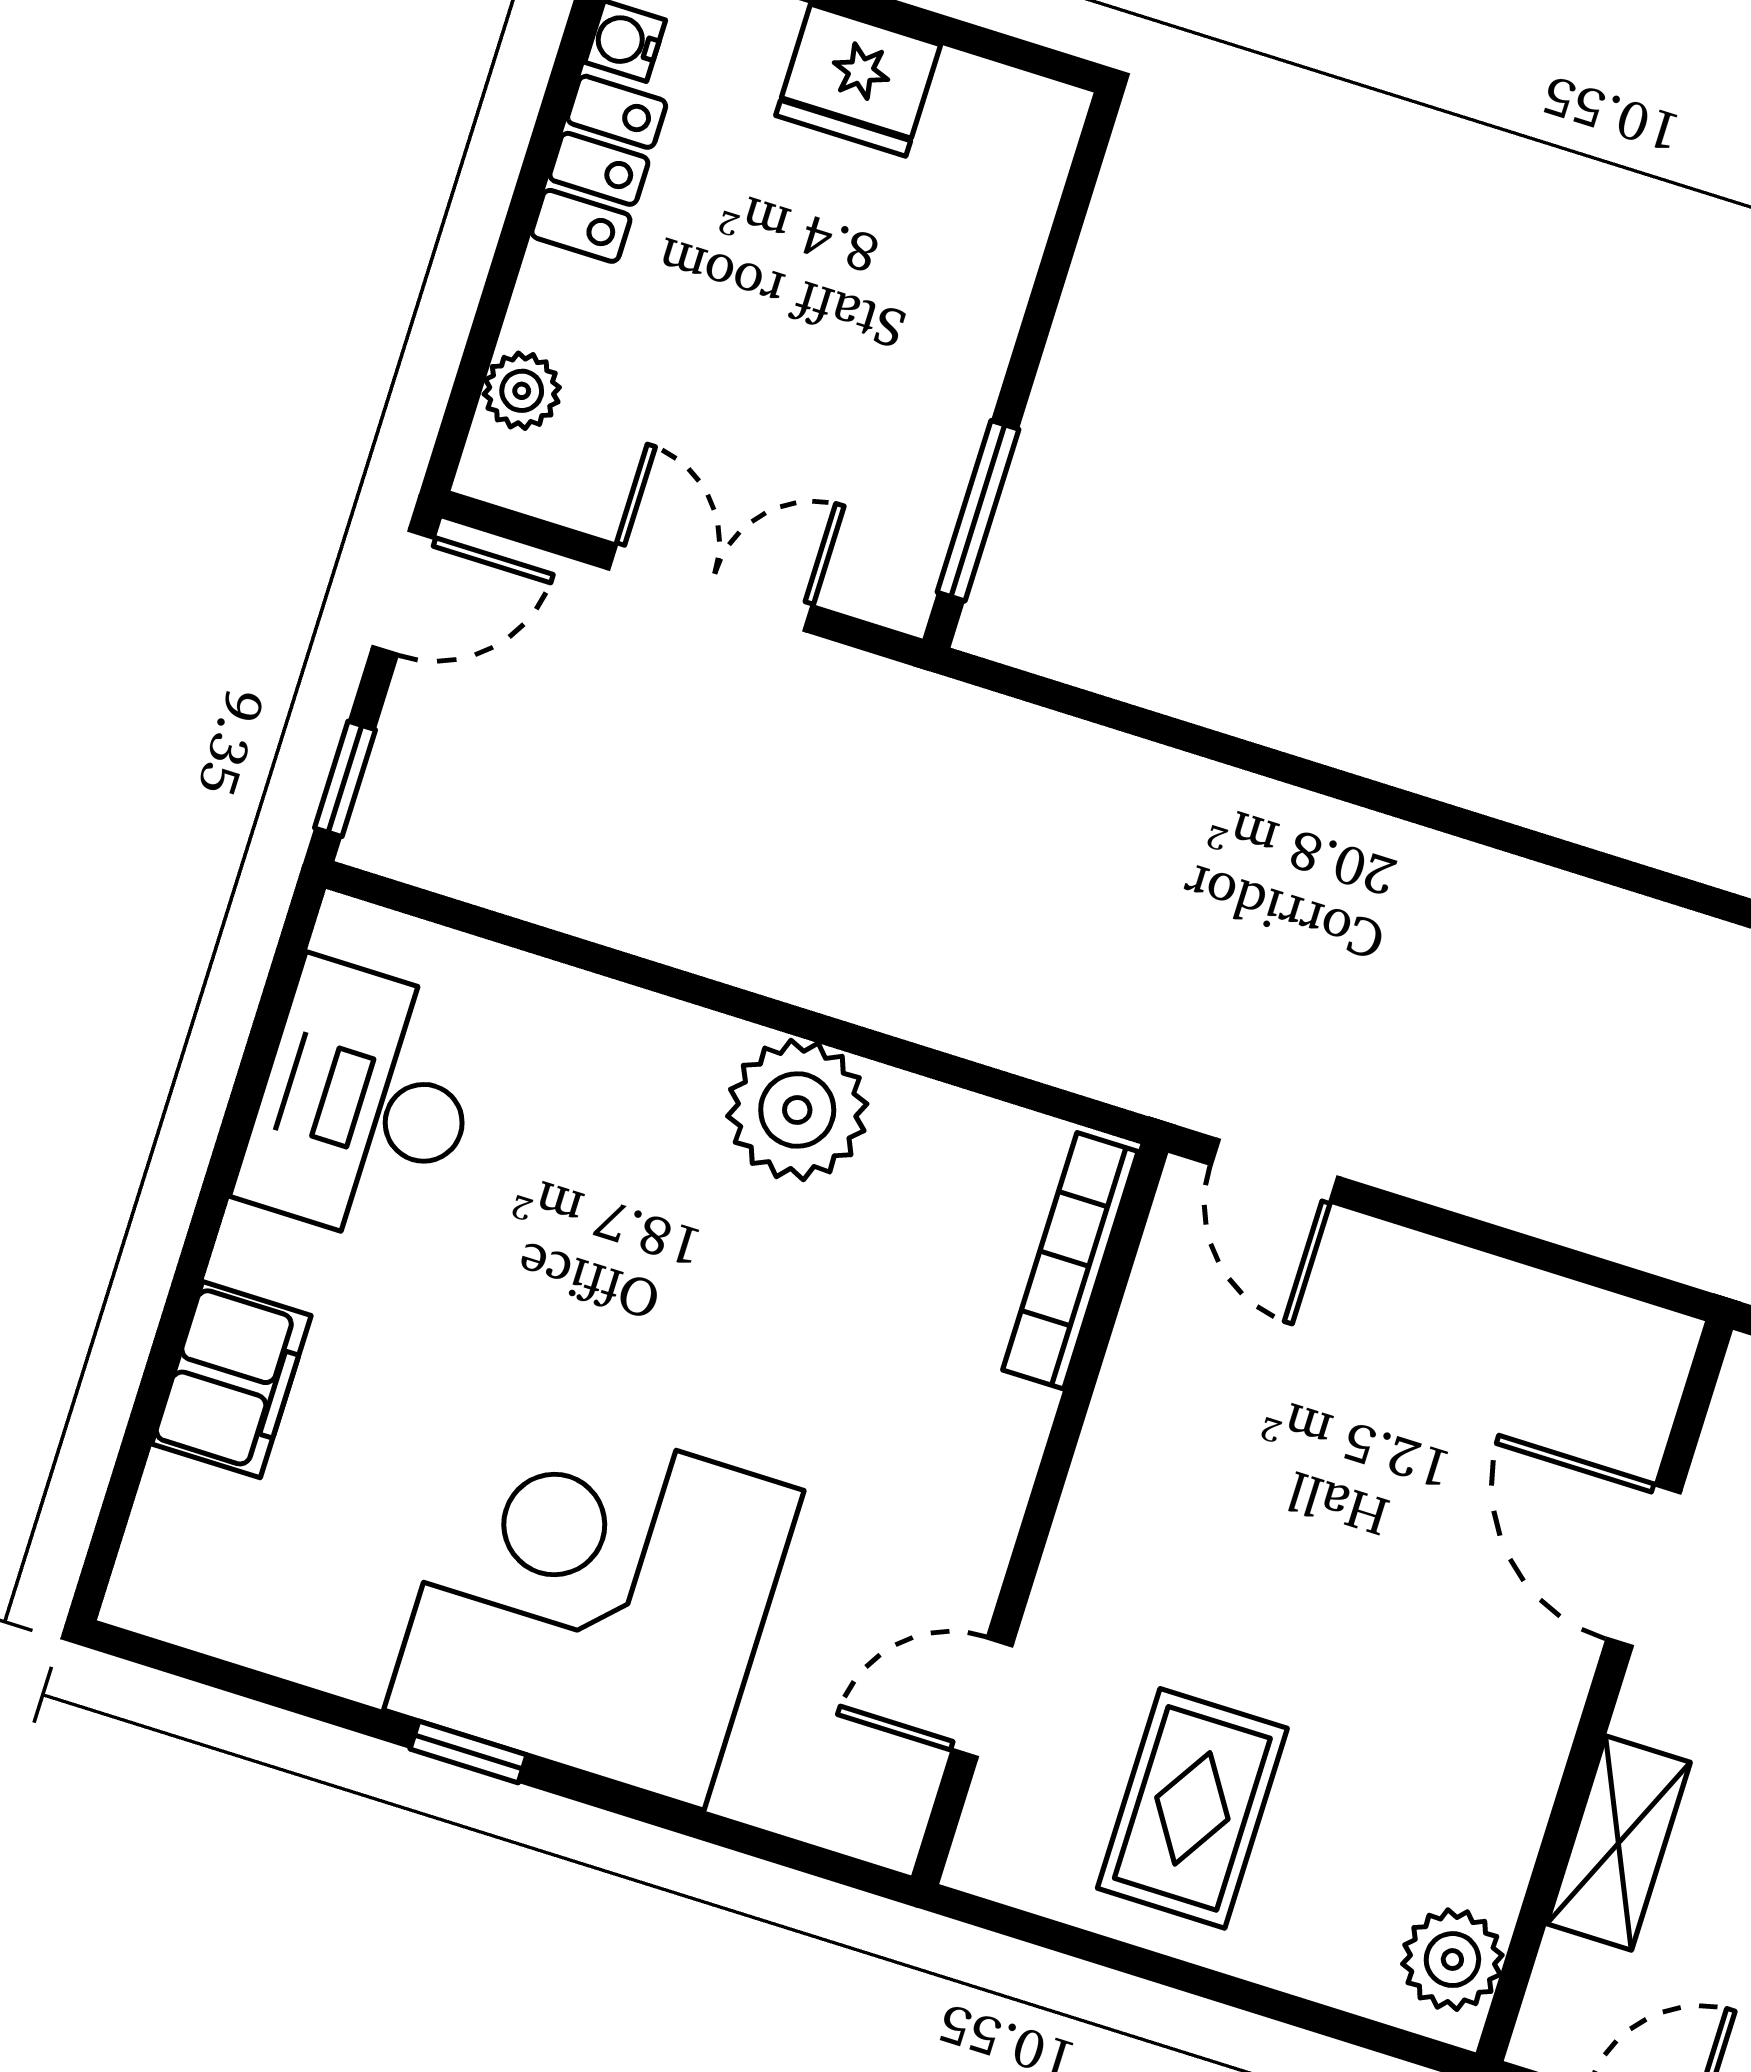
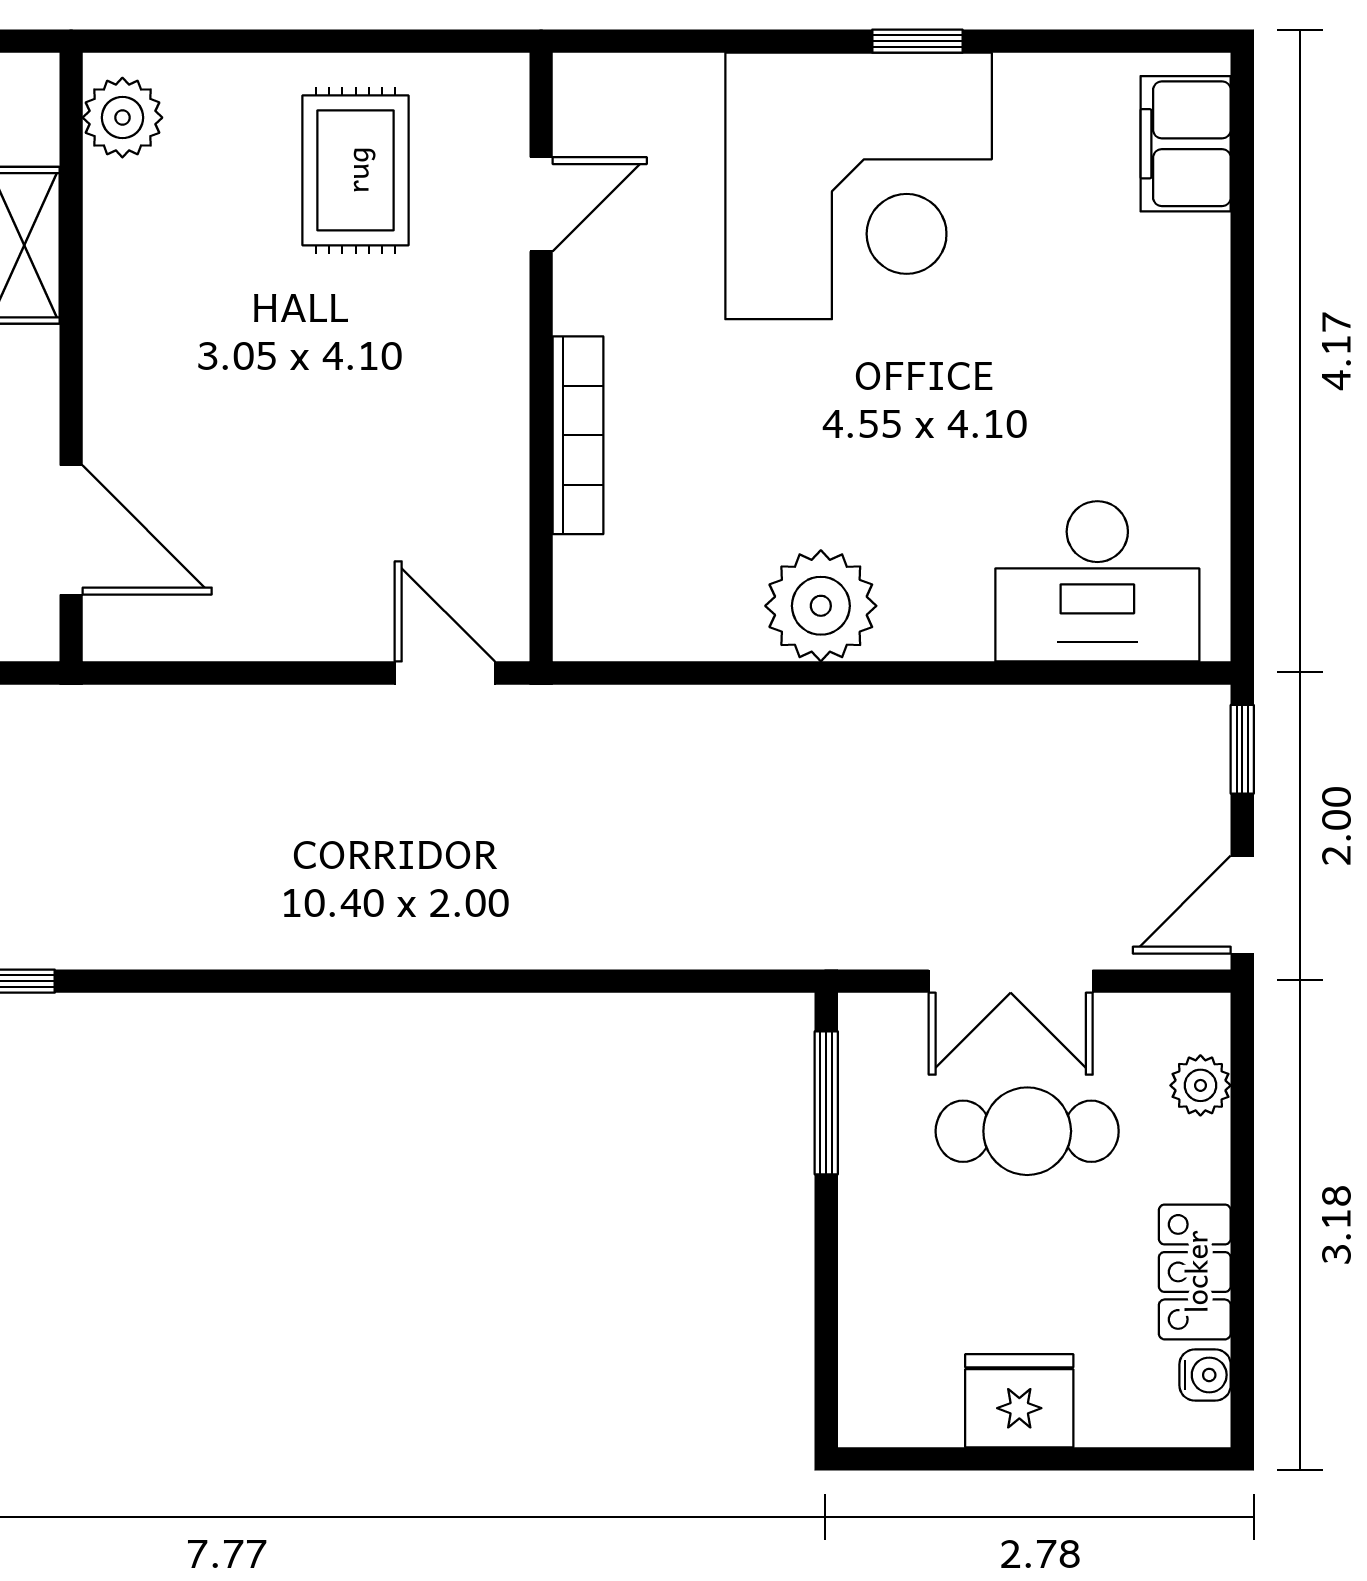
cafe table: (747, 401) -> (1027, 1131), added
desk: (364, 1104) -> (1097, 581), moved, turned 90
bookcase: (1070, 1261) -> (578, 435), moved
filing cabinet: (231, 1380) -> (1186, 144), moved
door: (1644, 1566) -> (71, 530), moved

